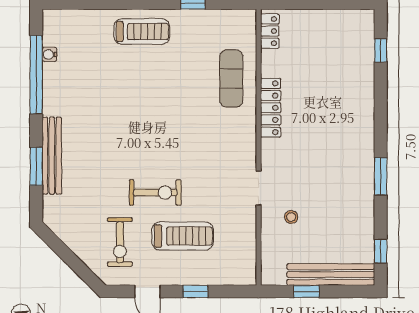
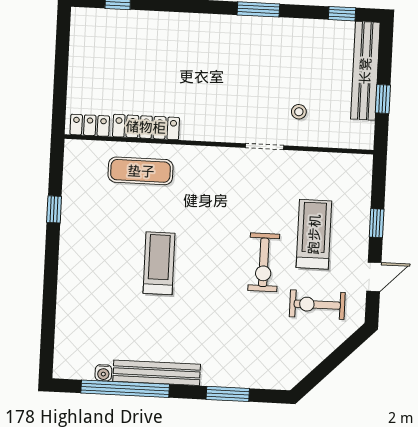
treadmill: (142, 32) -> (159, 263), moved
locker: (271, 108) -> (146, 127), moved
bench: (52, 156) -> (157, 373), moved
exercise bike: (155, 193) -> (264, 262), turned 180
exercise bike: (120, 242) -> (317, 305), turned 180

